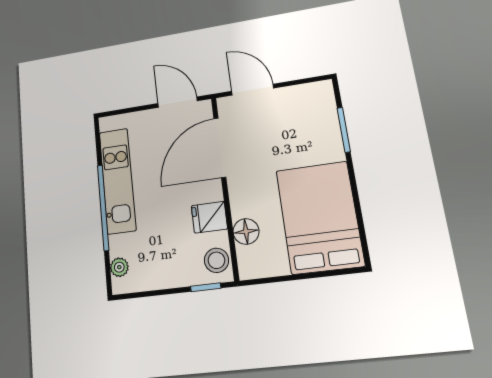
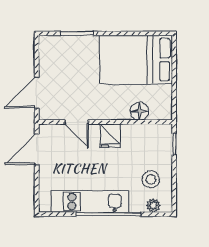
door: (220, 148) -> (77, 122), width x0.53
fridge: (209, 217) -> (110, 136), moved
stool: (216, 260) -> (151, 179), moved

